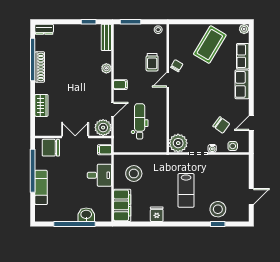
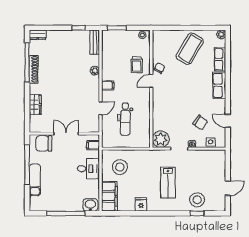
dental chair: (140, 121) -> (125, 119), turned 180
door: (251, 123) -> (228, 121), hinge flipped
plant: (103, 128) -> (92, 125), removed
washbasin: (86, 215) -> (90, 205), moved

